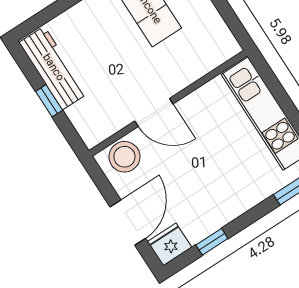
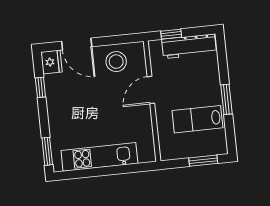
wall: (168, 103) -> (152, 101), moved
door: (154, 112) -> (151, 90), moved

